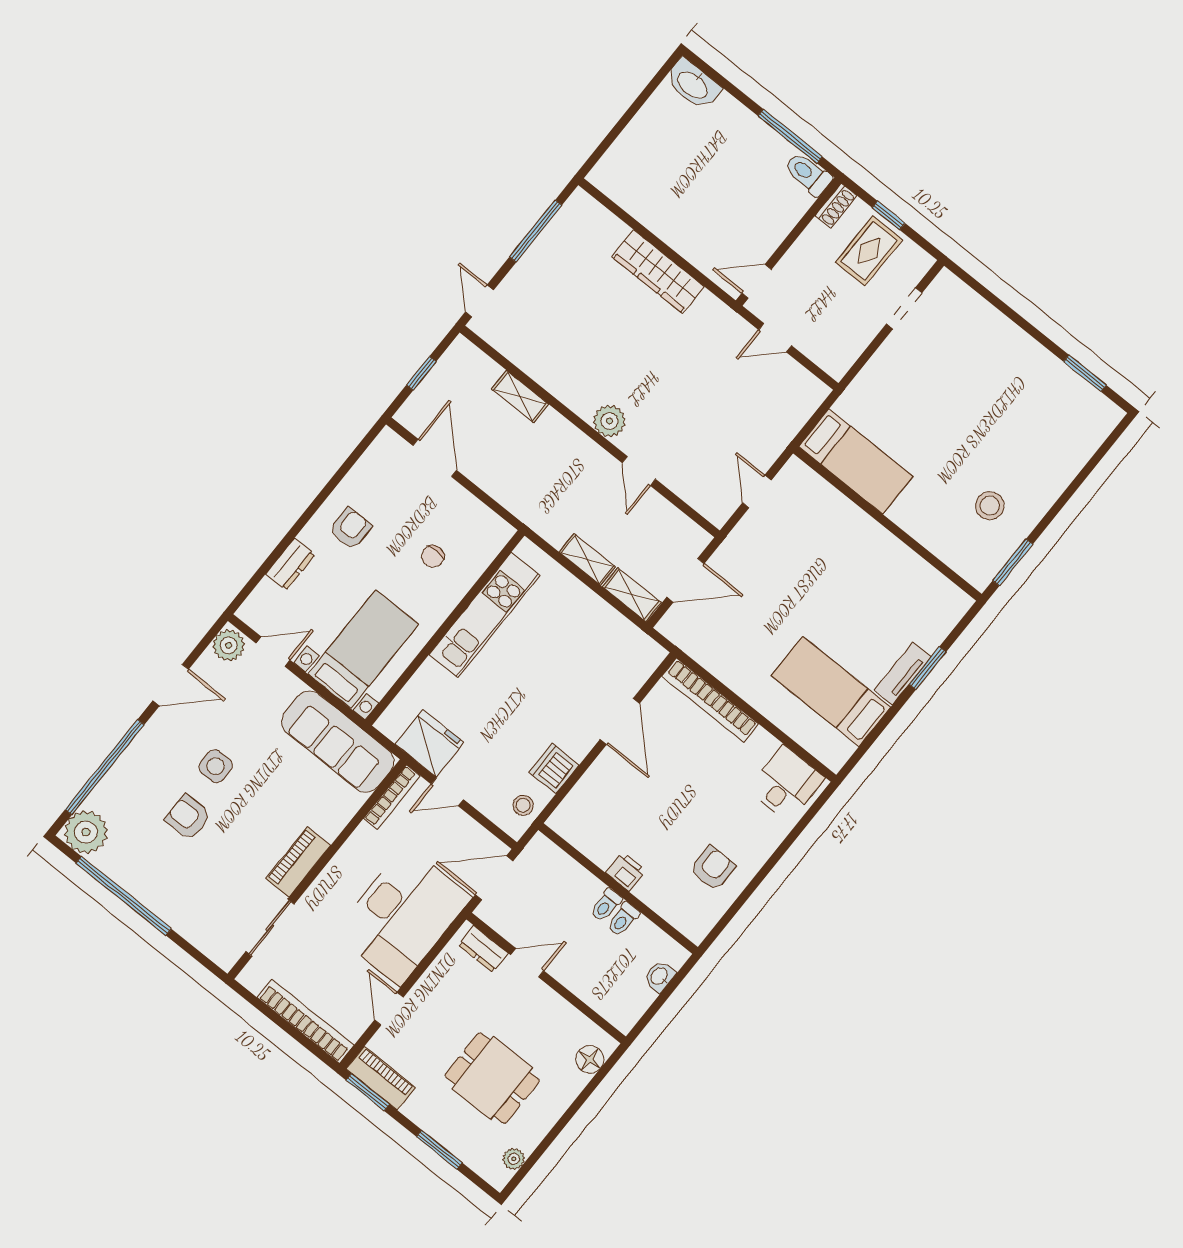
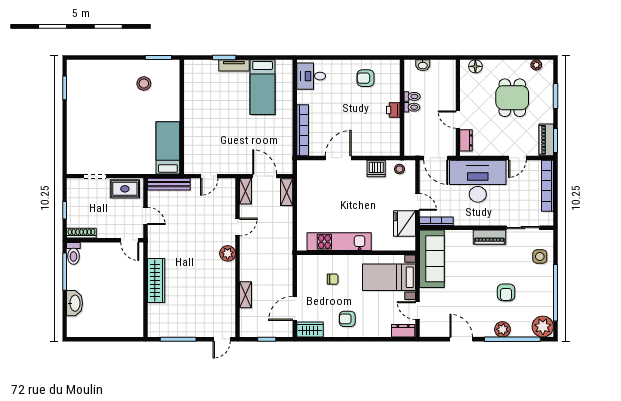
washbasin: (693, 84) -> (75, 303), moved
shoe rack: (836, 206) -> (81, 233), width x1.43
rug: (869, 251) -> (125, 189), moved
bench: (796, 416) -> (169, 184), added
wardrobe: (381, 455) -> (310, 330), added
shelving: (587, 559) -> (245, 191), moved
dresser: (290, 564) -> (403, 331), moved
plant: (229, 645) -> (502, 329), moved
side table: (216, 766) -> (540, 256), moved

